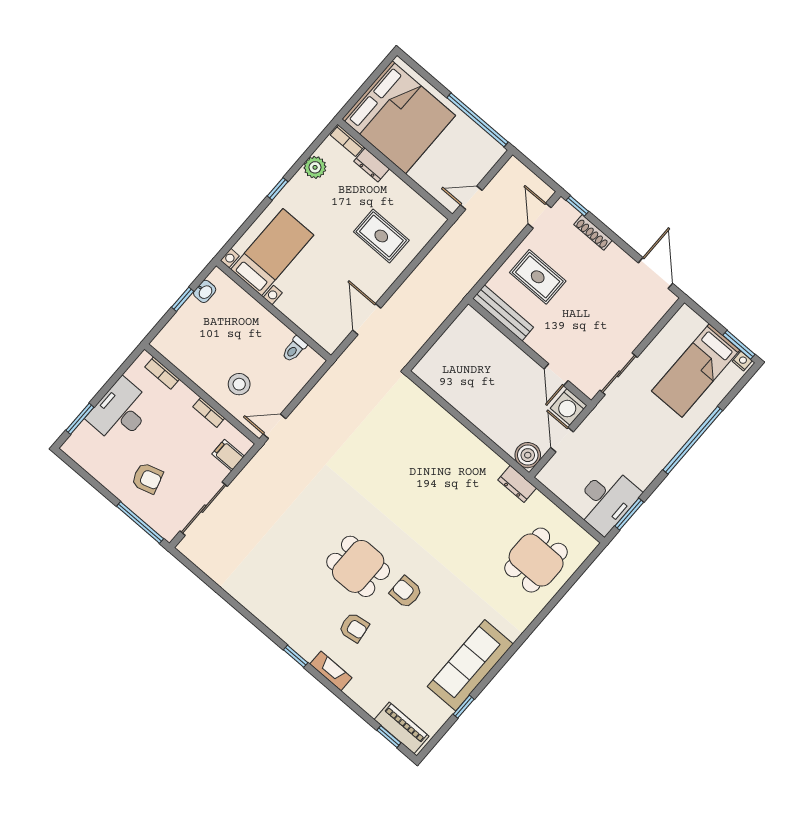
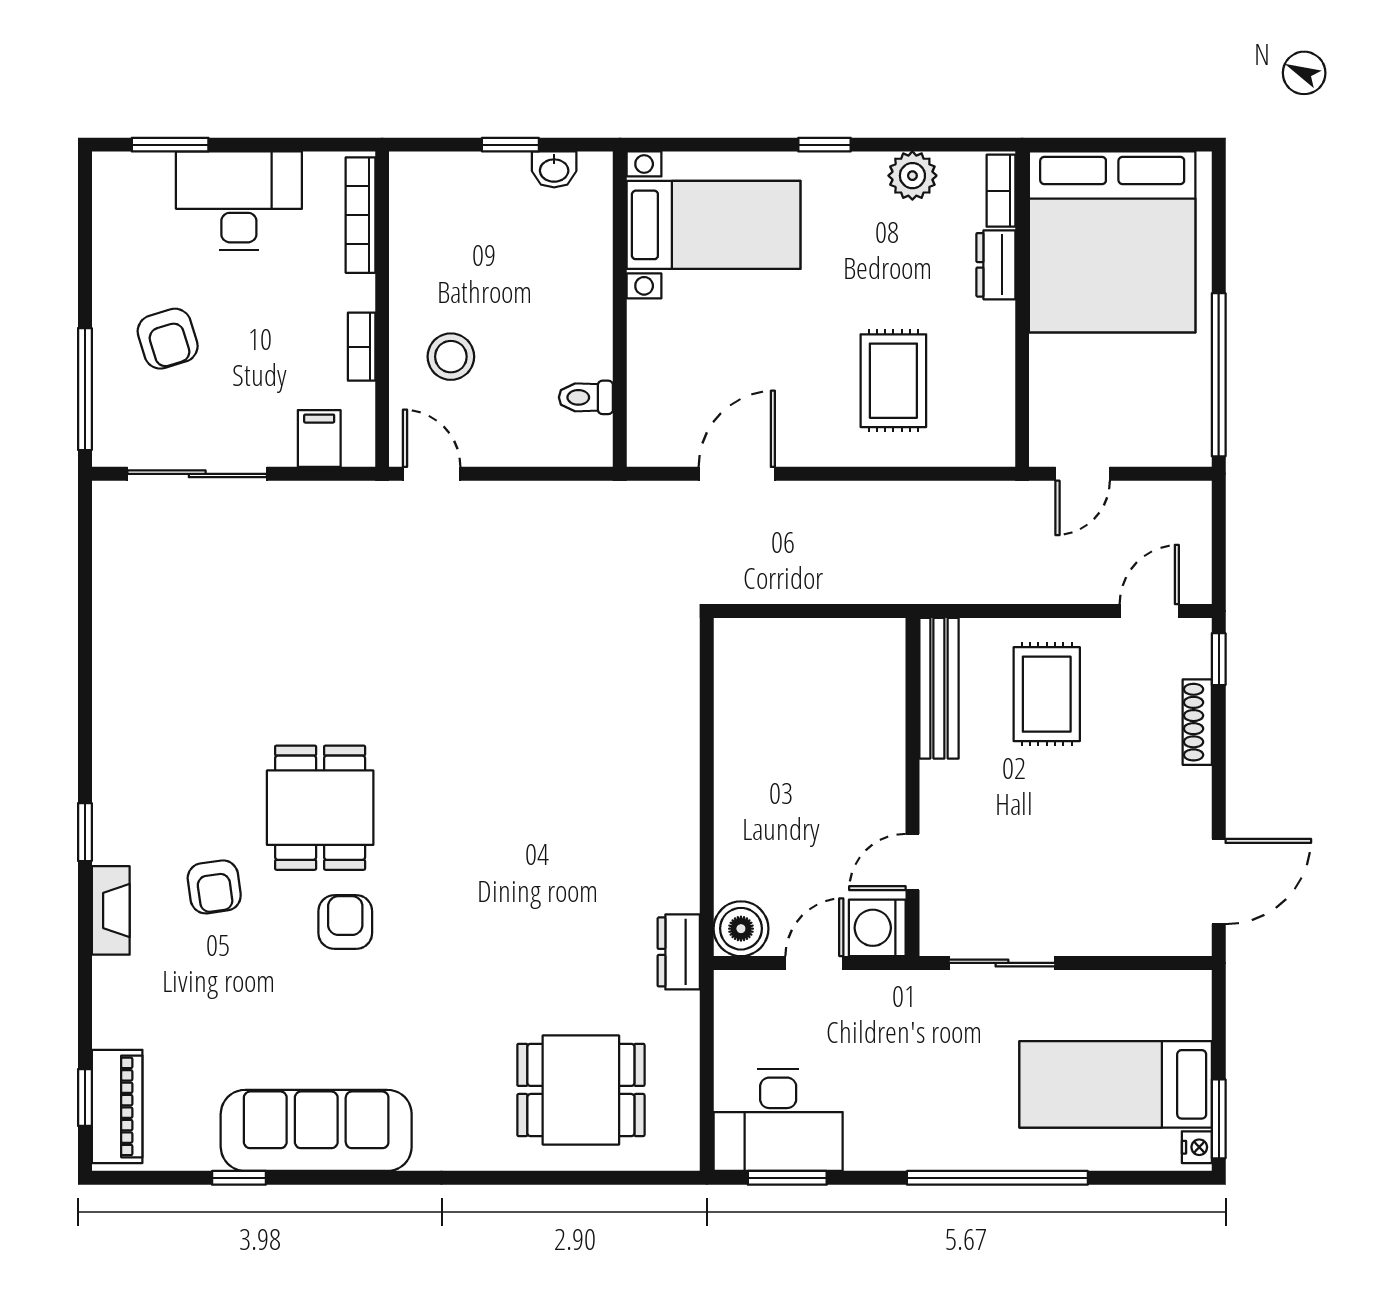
door: (471, 198) -> (1083, 474), swing flipped
bookcase: (162, 373) -> (360, 215), width x1.56

